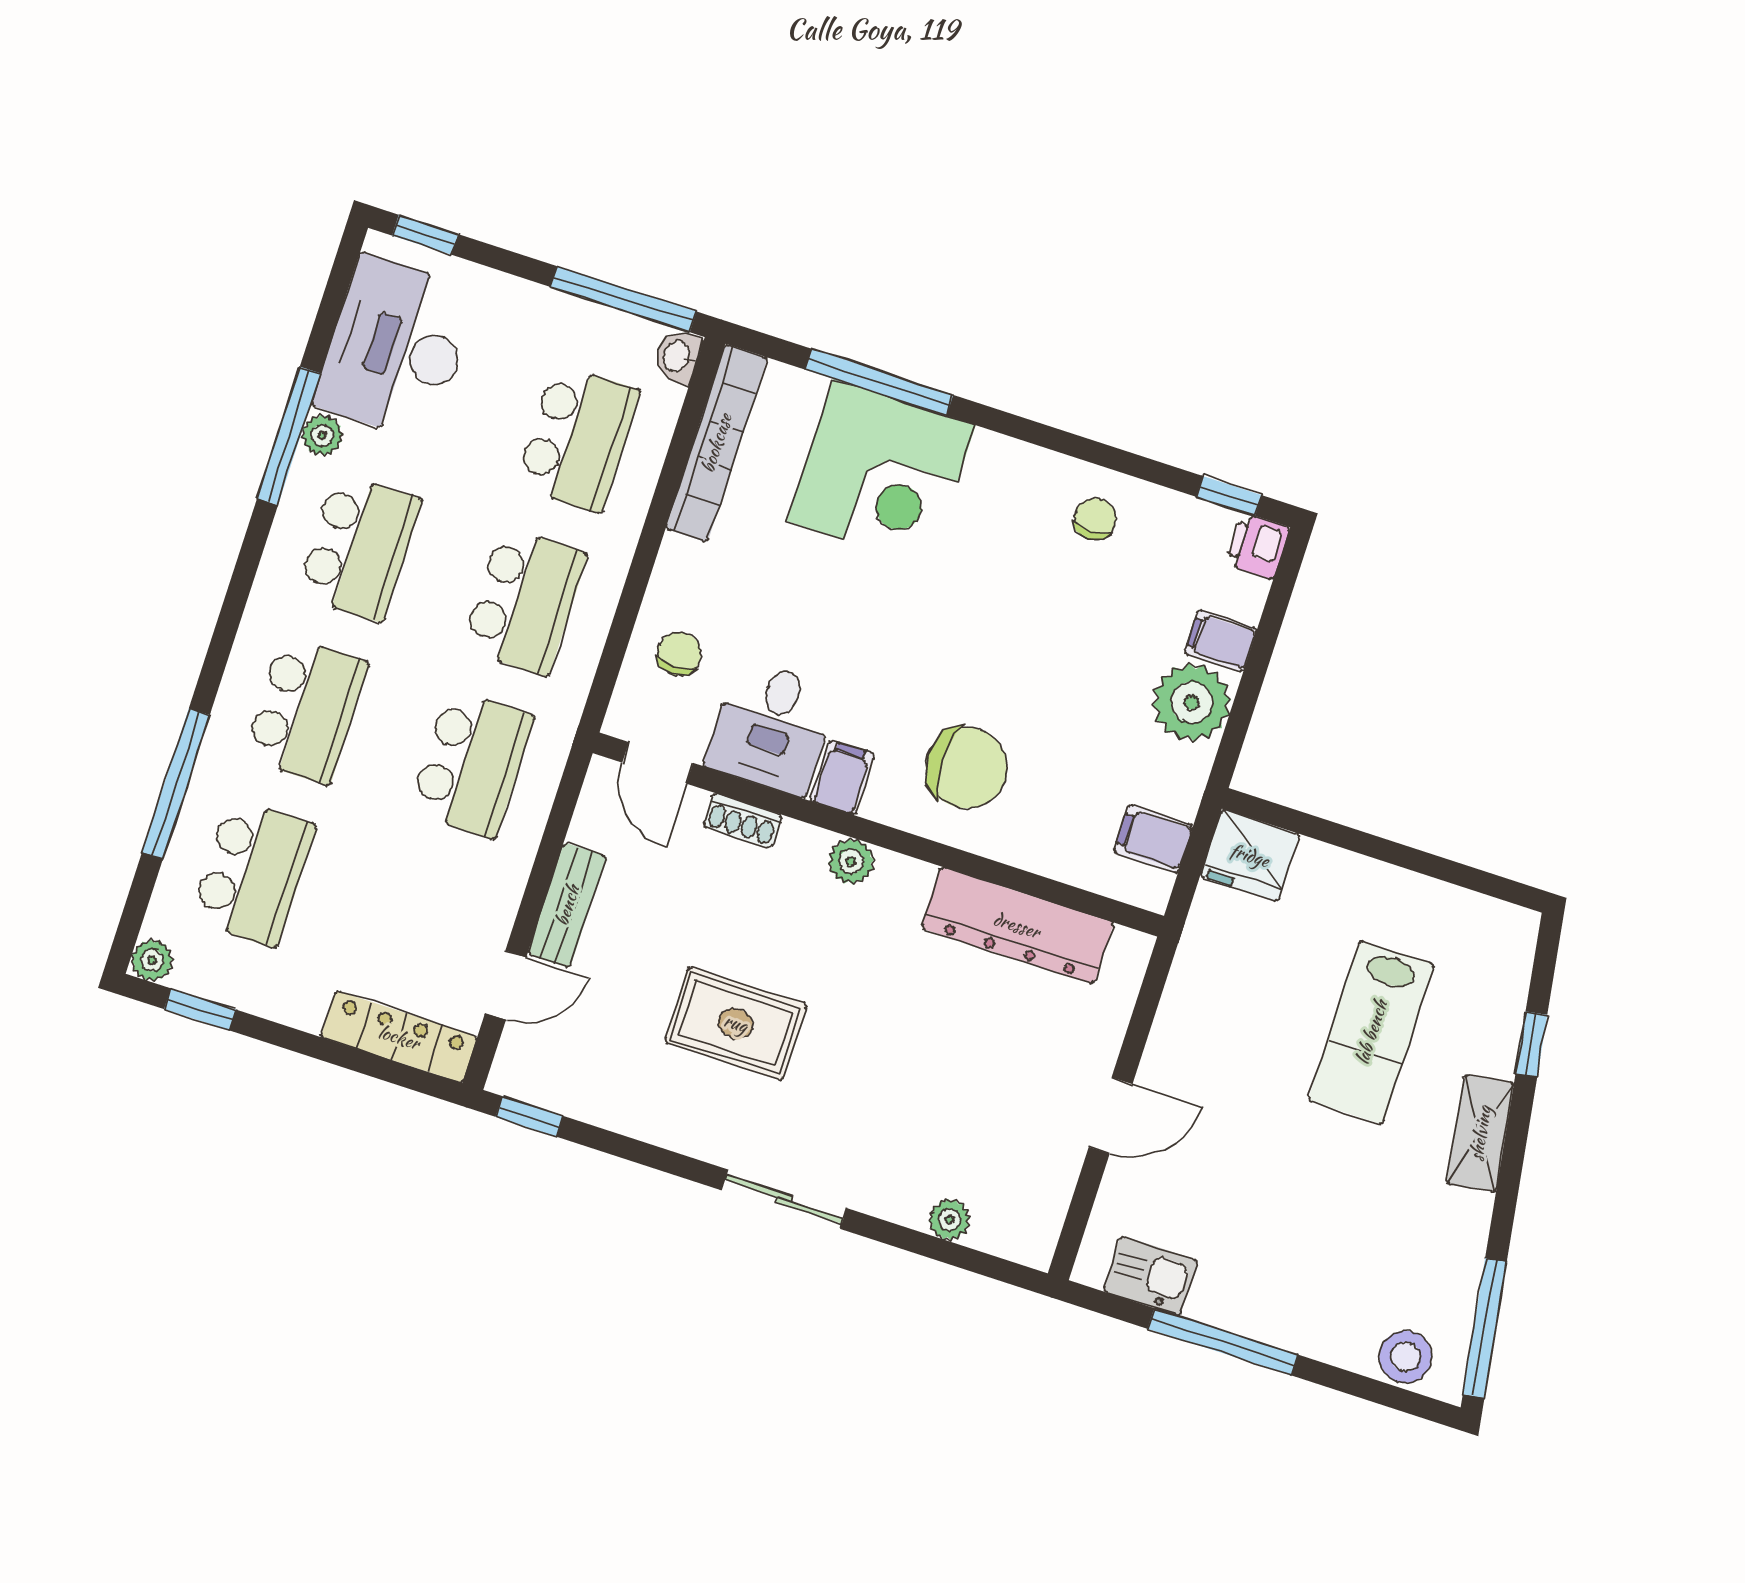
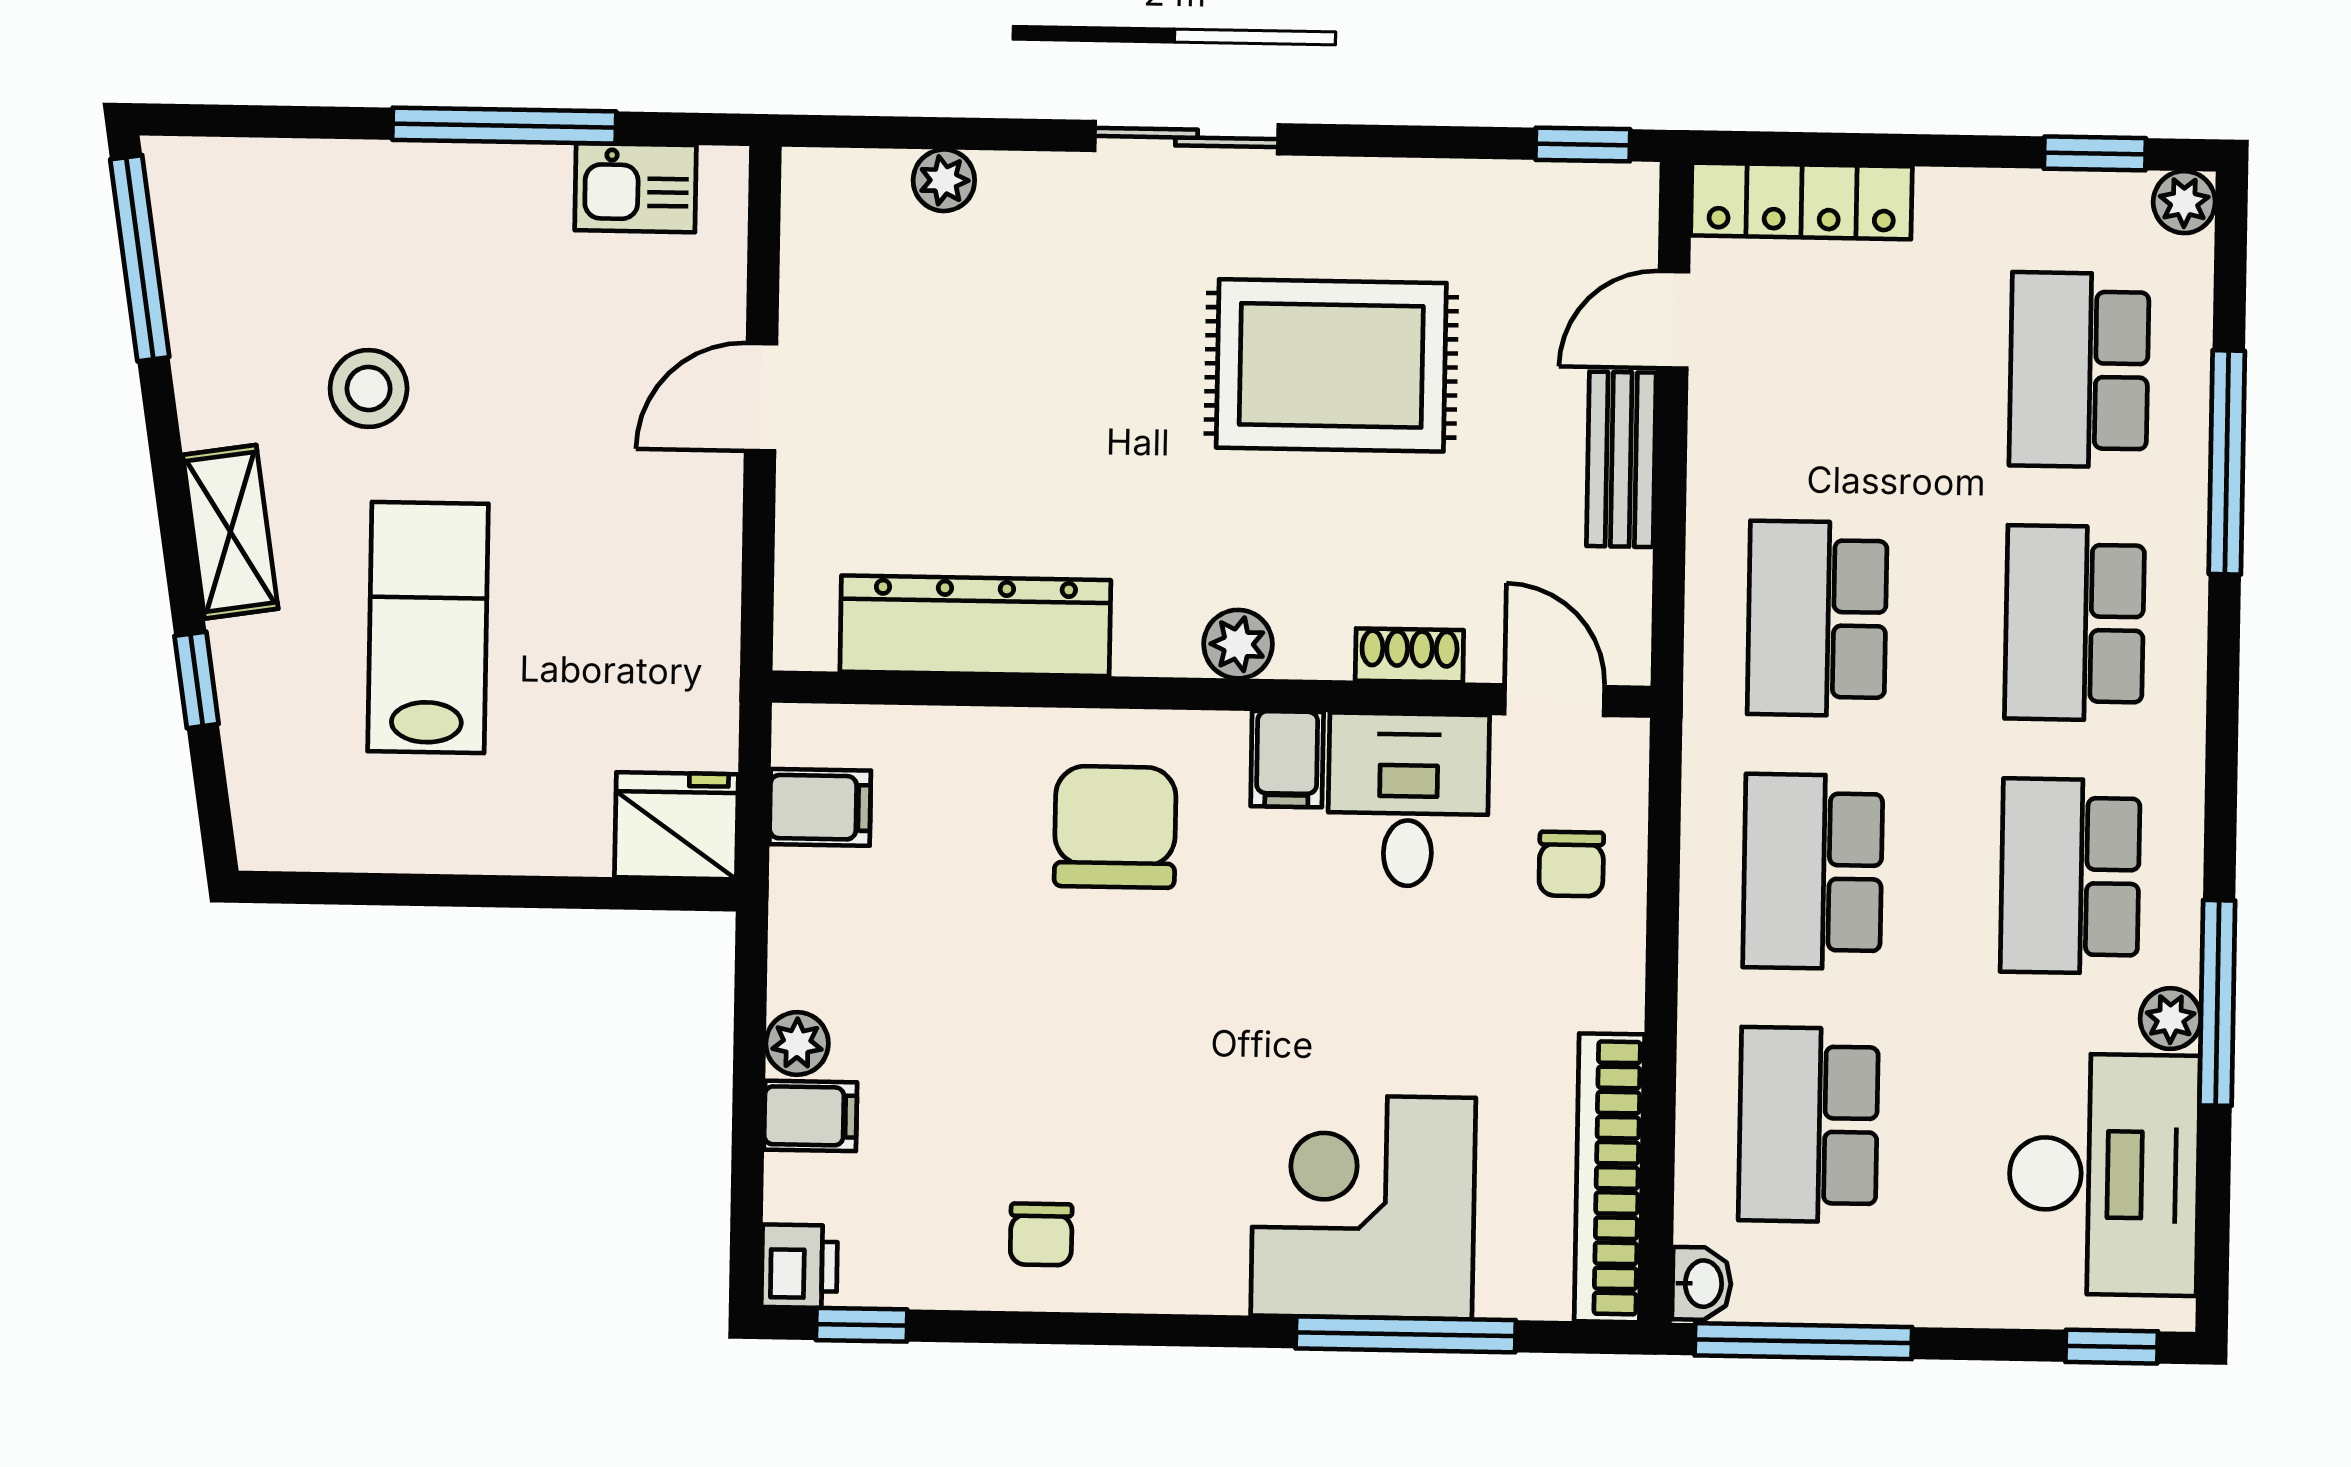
plant: (1192, 702) -> (797, 1043), width x0.53, depth x0.53
chair: (967, 768) -> (1115, 827), turned 90
rug: (736, 1023) -> (1331, 365), width x1.36, depth x1.43
stool: (1405, 1357) -> (369, 388), moved

